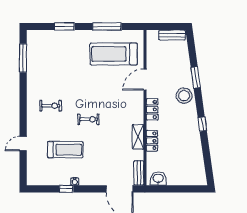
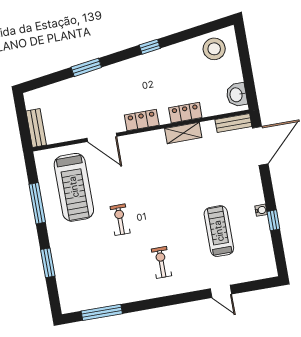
bench: (172, 35) -> (36, 128), moved
stool: (184, 96) -> (214, 49), moved
exercise bike: (89, 119) -> (120, 220), moved

